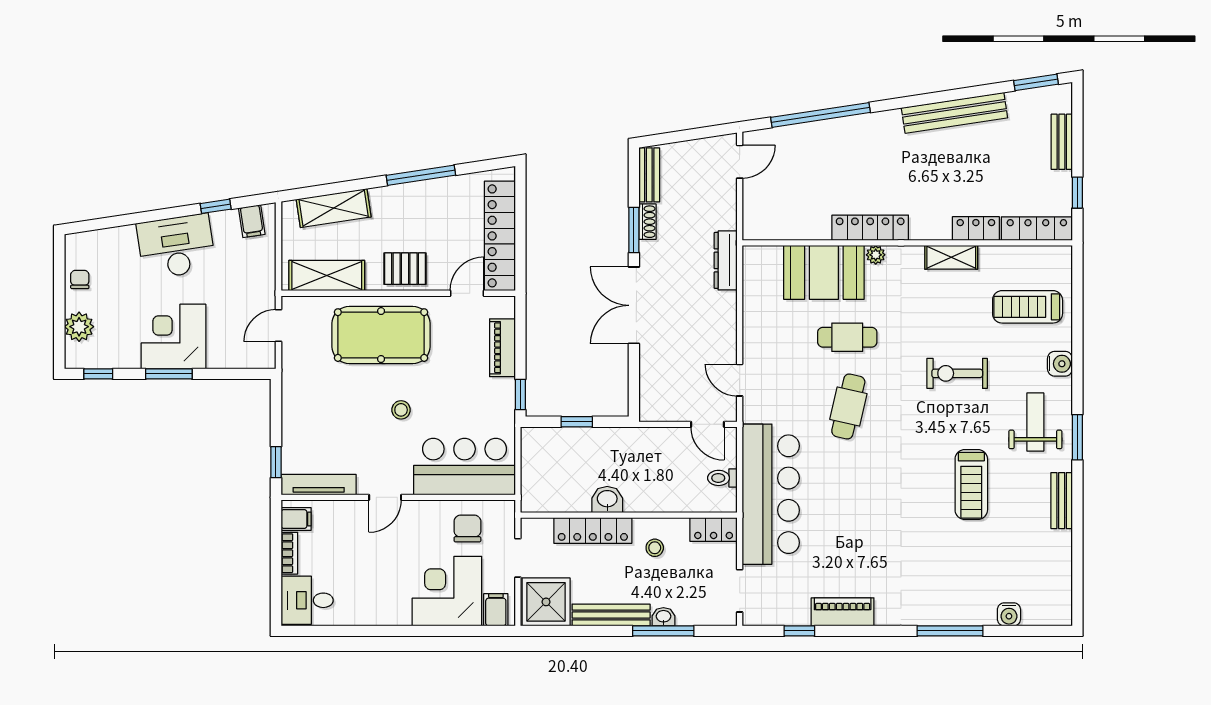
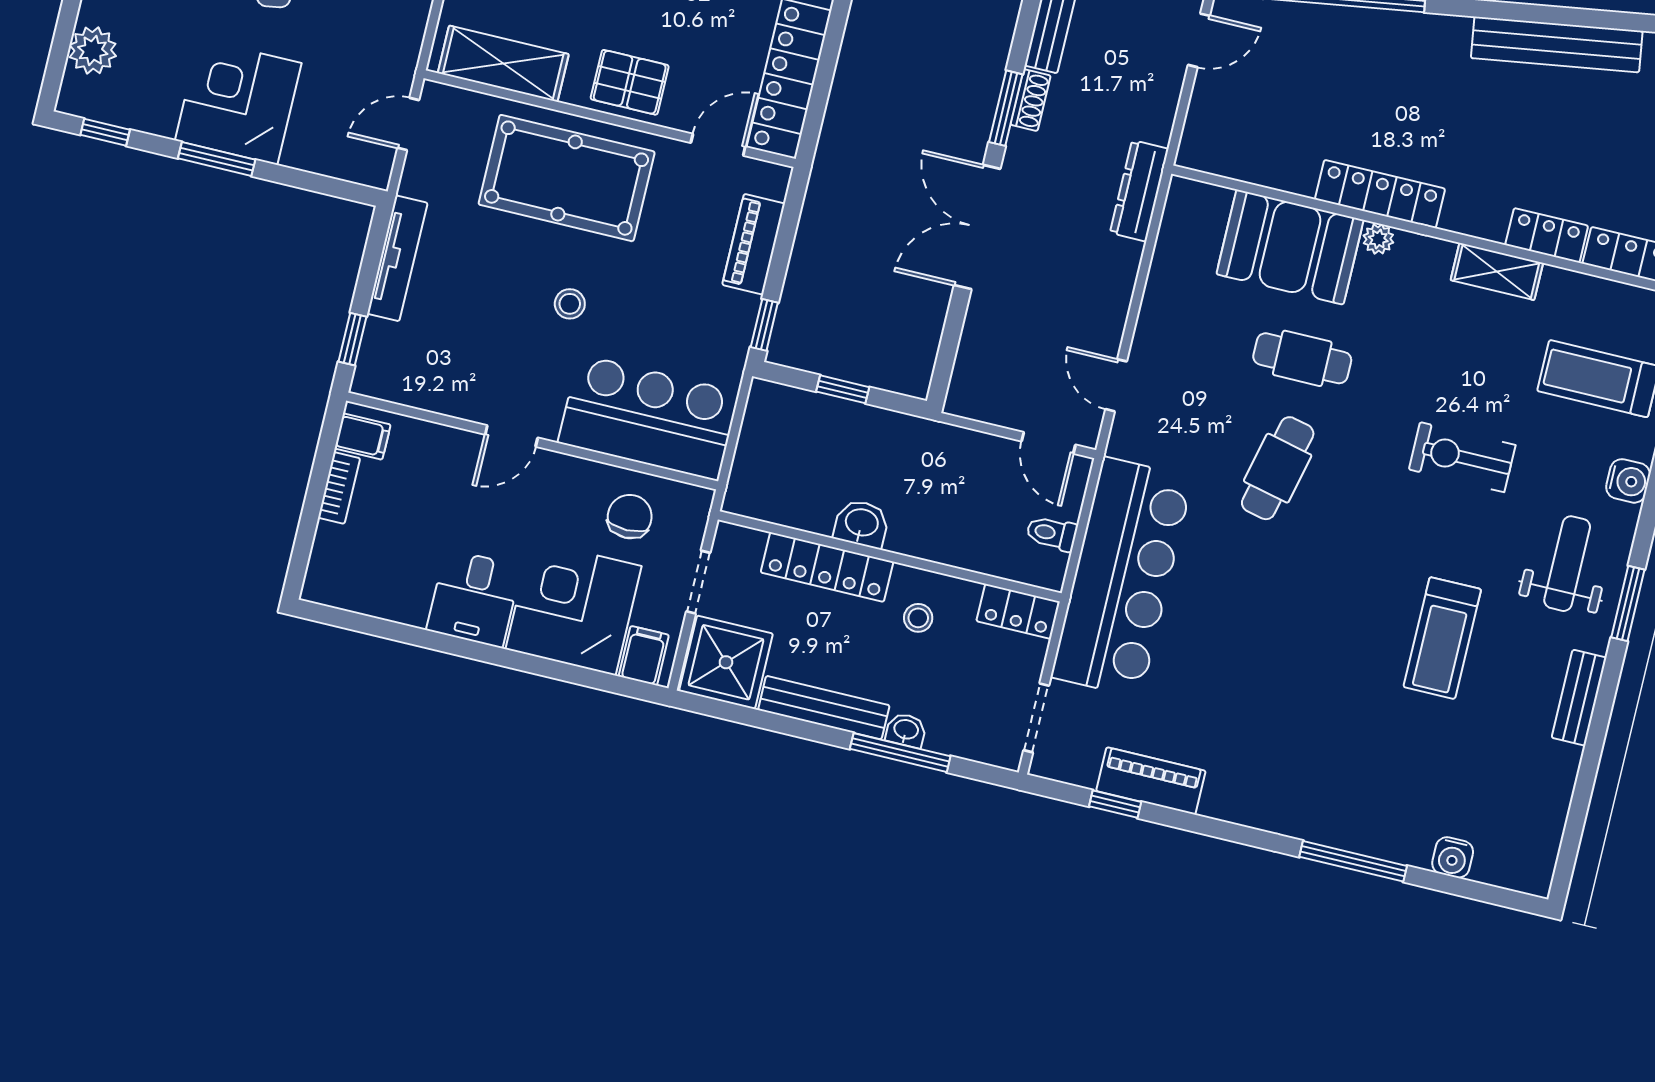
tv unit: (319, 485) -> (397, 258), moved, turned 90
desk: (307, 600) -> (474, 598), moved, turned -90
piano: (843, 612) -> (1151, 781), moved

